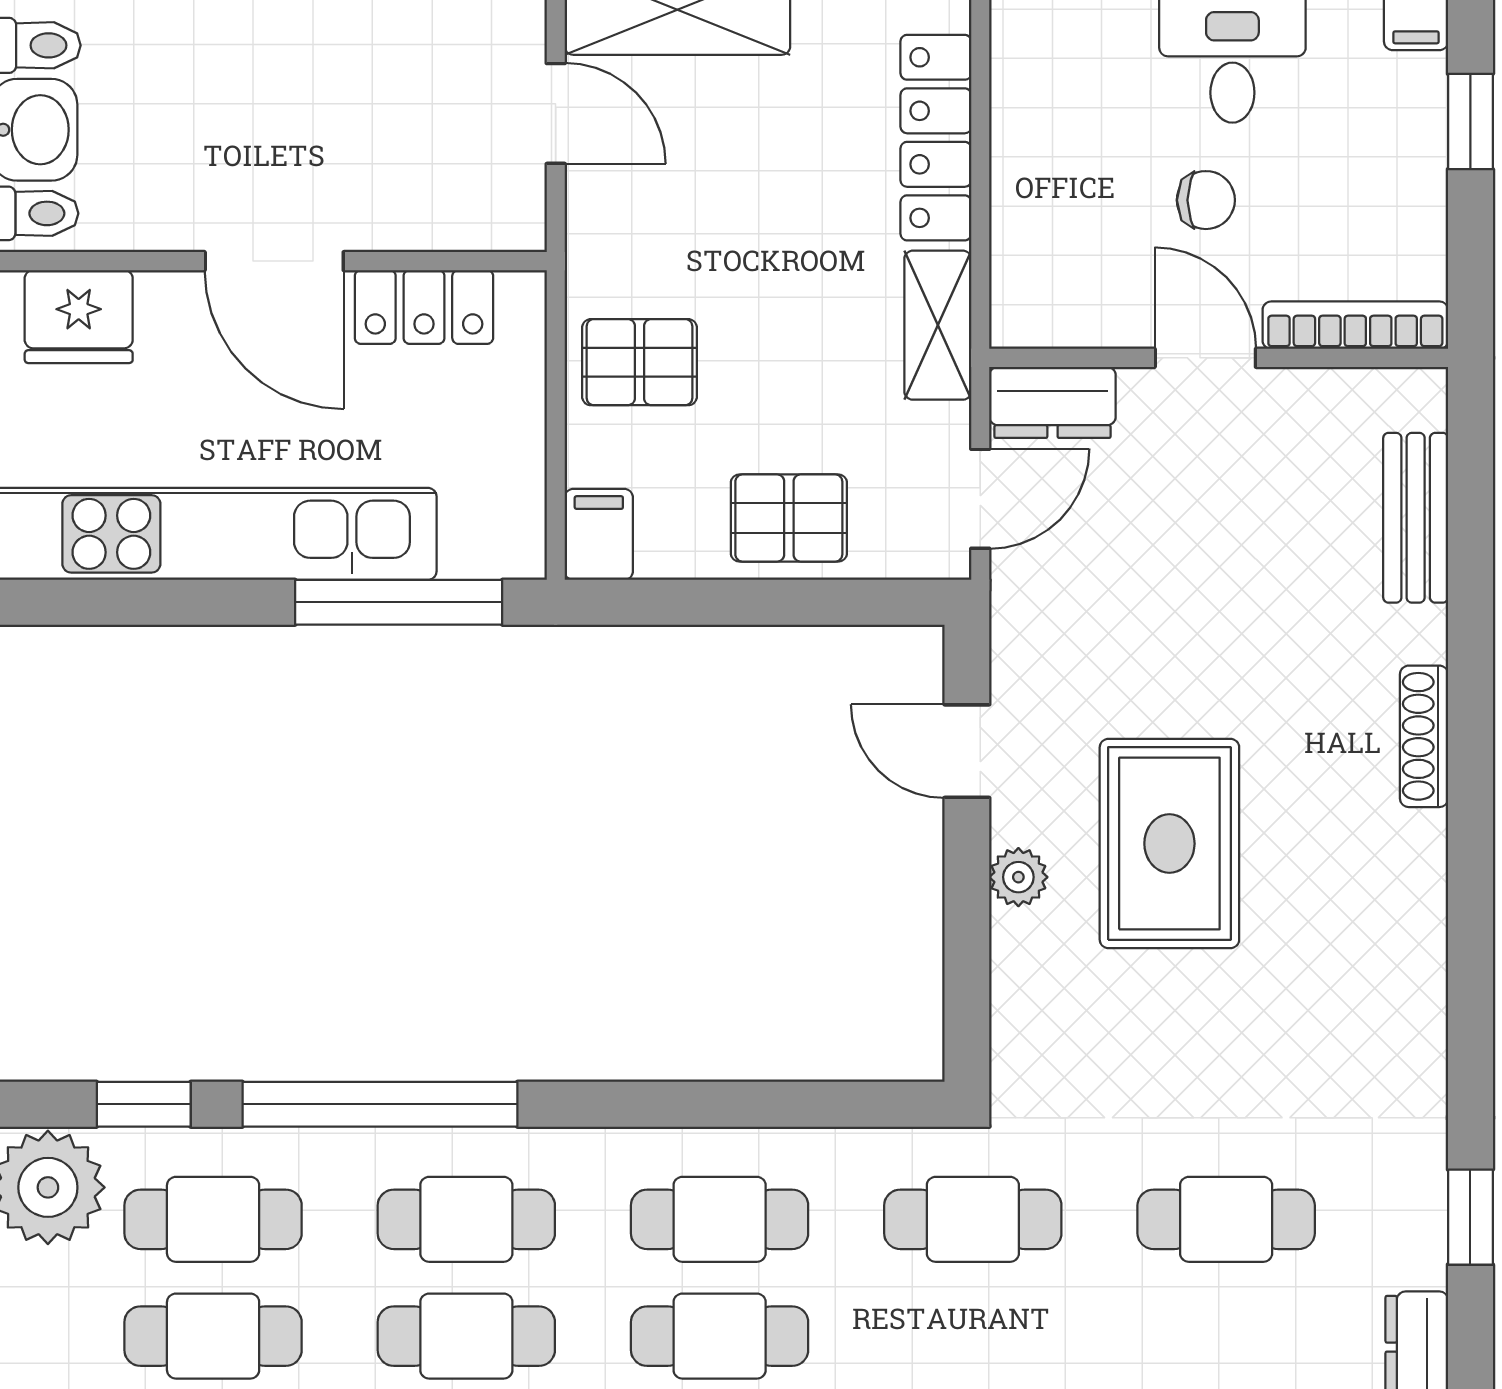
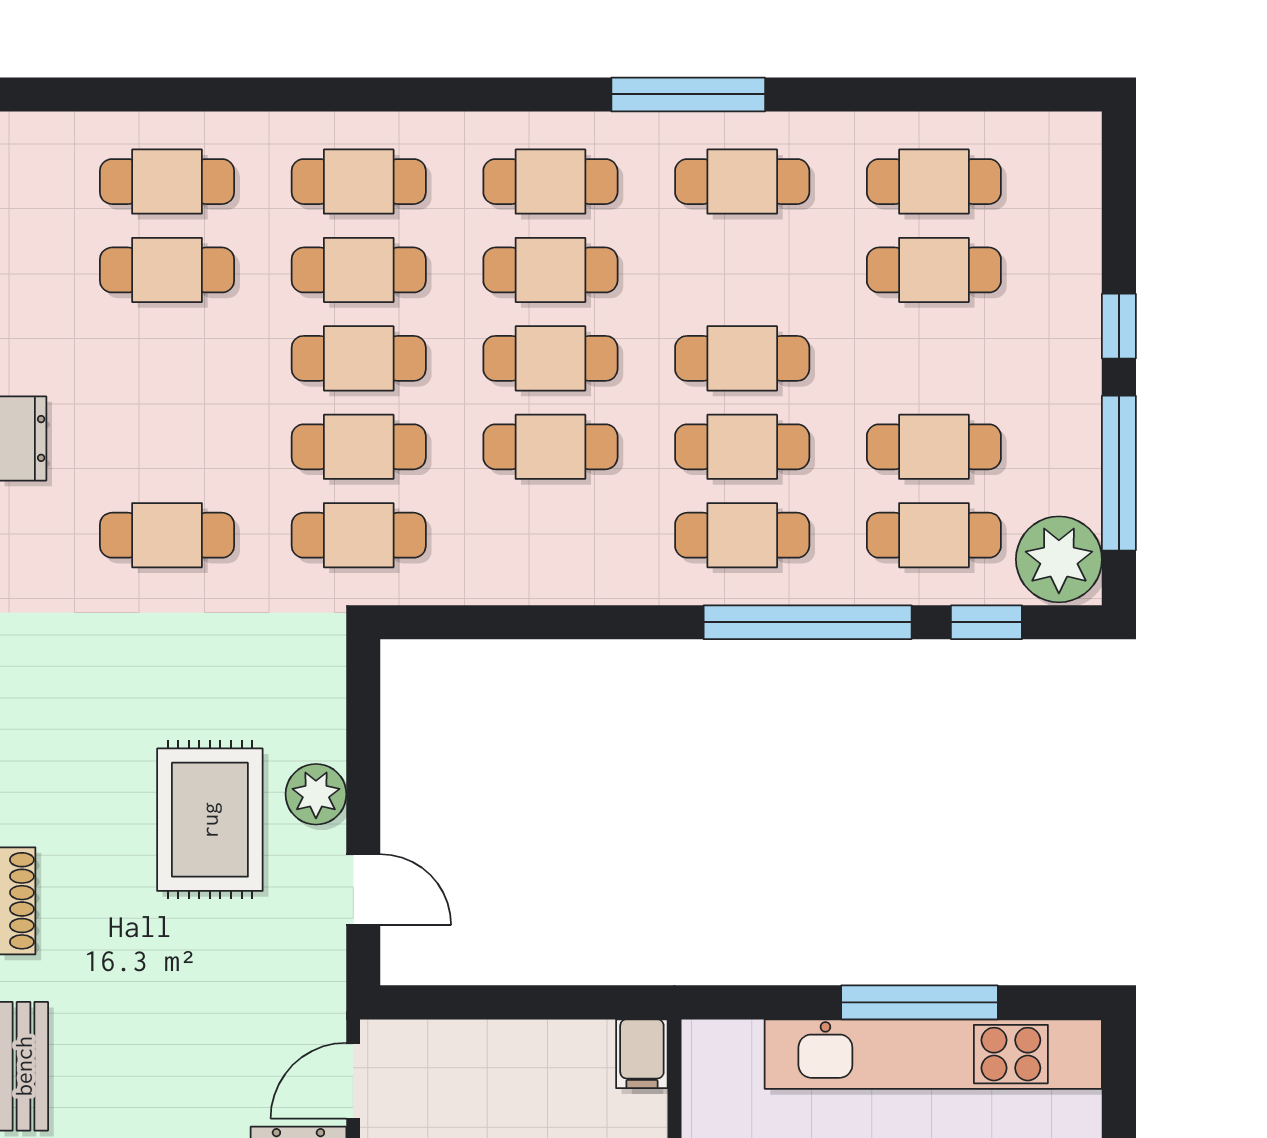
pallet: (789, 518) -> (498, 1066), removed
window: (399, 602) -> (919, 1002), moved
plant: (1018, 877) -> (316, 794), width x1.38, depth x1.38
cafe table: (720, 1219) -> (359, 447), moved

